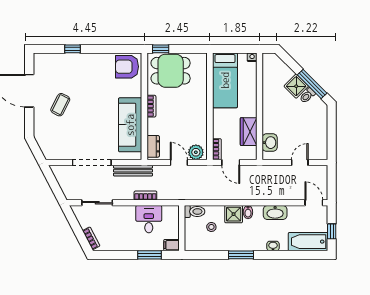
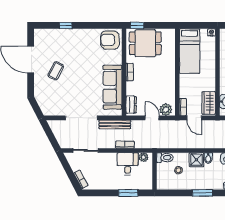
wardrobe: (249, 132) -> (209, 103), moved
plant: (168, 211) -> (144, 157), added
filing cabinet: (171, 245) -> (146, 185), removed

